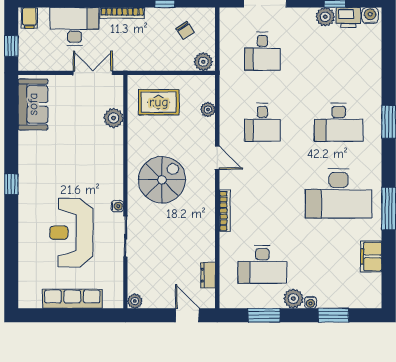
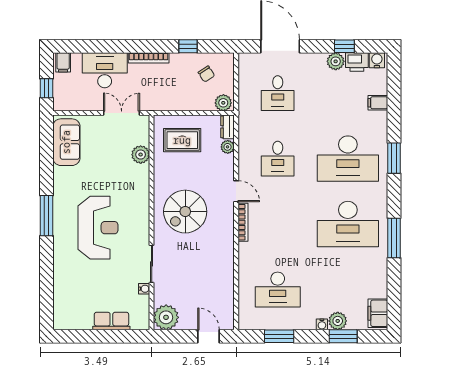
filing cabinet: (371, 62) -> (378, 103), added
desk: (339, 122) -> (348, 159), width x1.36, depth x1.30
spiral stairs: (162, 180) -> (185, 212), turned 180
window: (11, 184) -> (46, 216), width x2.17
water cooler: (117, 206) -> (144, 289), moved
bookcase: (225, 211) -> (243, 222), moved
reception desk: (71, 233) -> (98, 228), moved, turned 180
filing cabinet: (371, 256) -> (378, 313), moved
dresser: (208, 275) -> (227, 127), moved
row of seats: (72, 299) -> (111, 321), width x0.68
plant: (293, 299) -> (338, 321), moved
plant: (135, 301) -> (166, 317), width x1.88, depth x1.88

